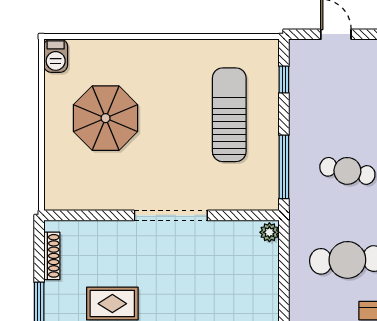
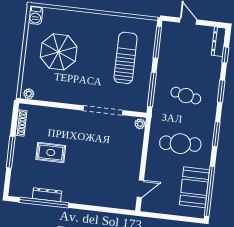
window: (284, 80) -> (157, 42), width x2.17
plant: (60, 201) -> (29, 94), added
doorway: (171, 215) -> (103, 110), moved

